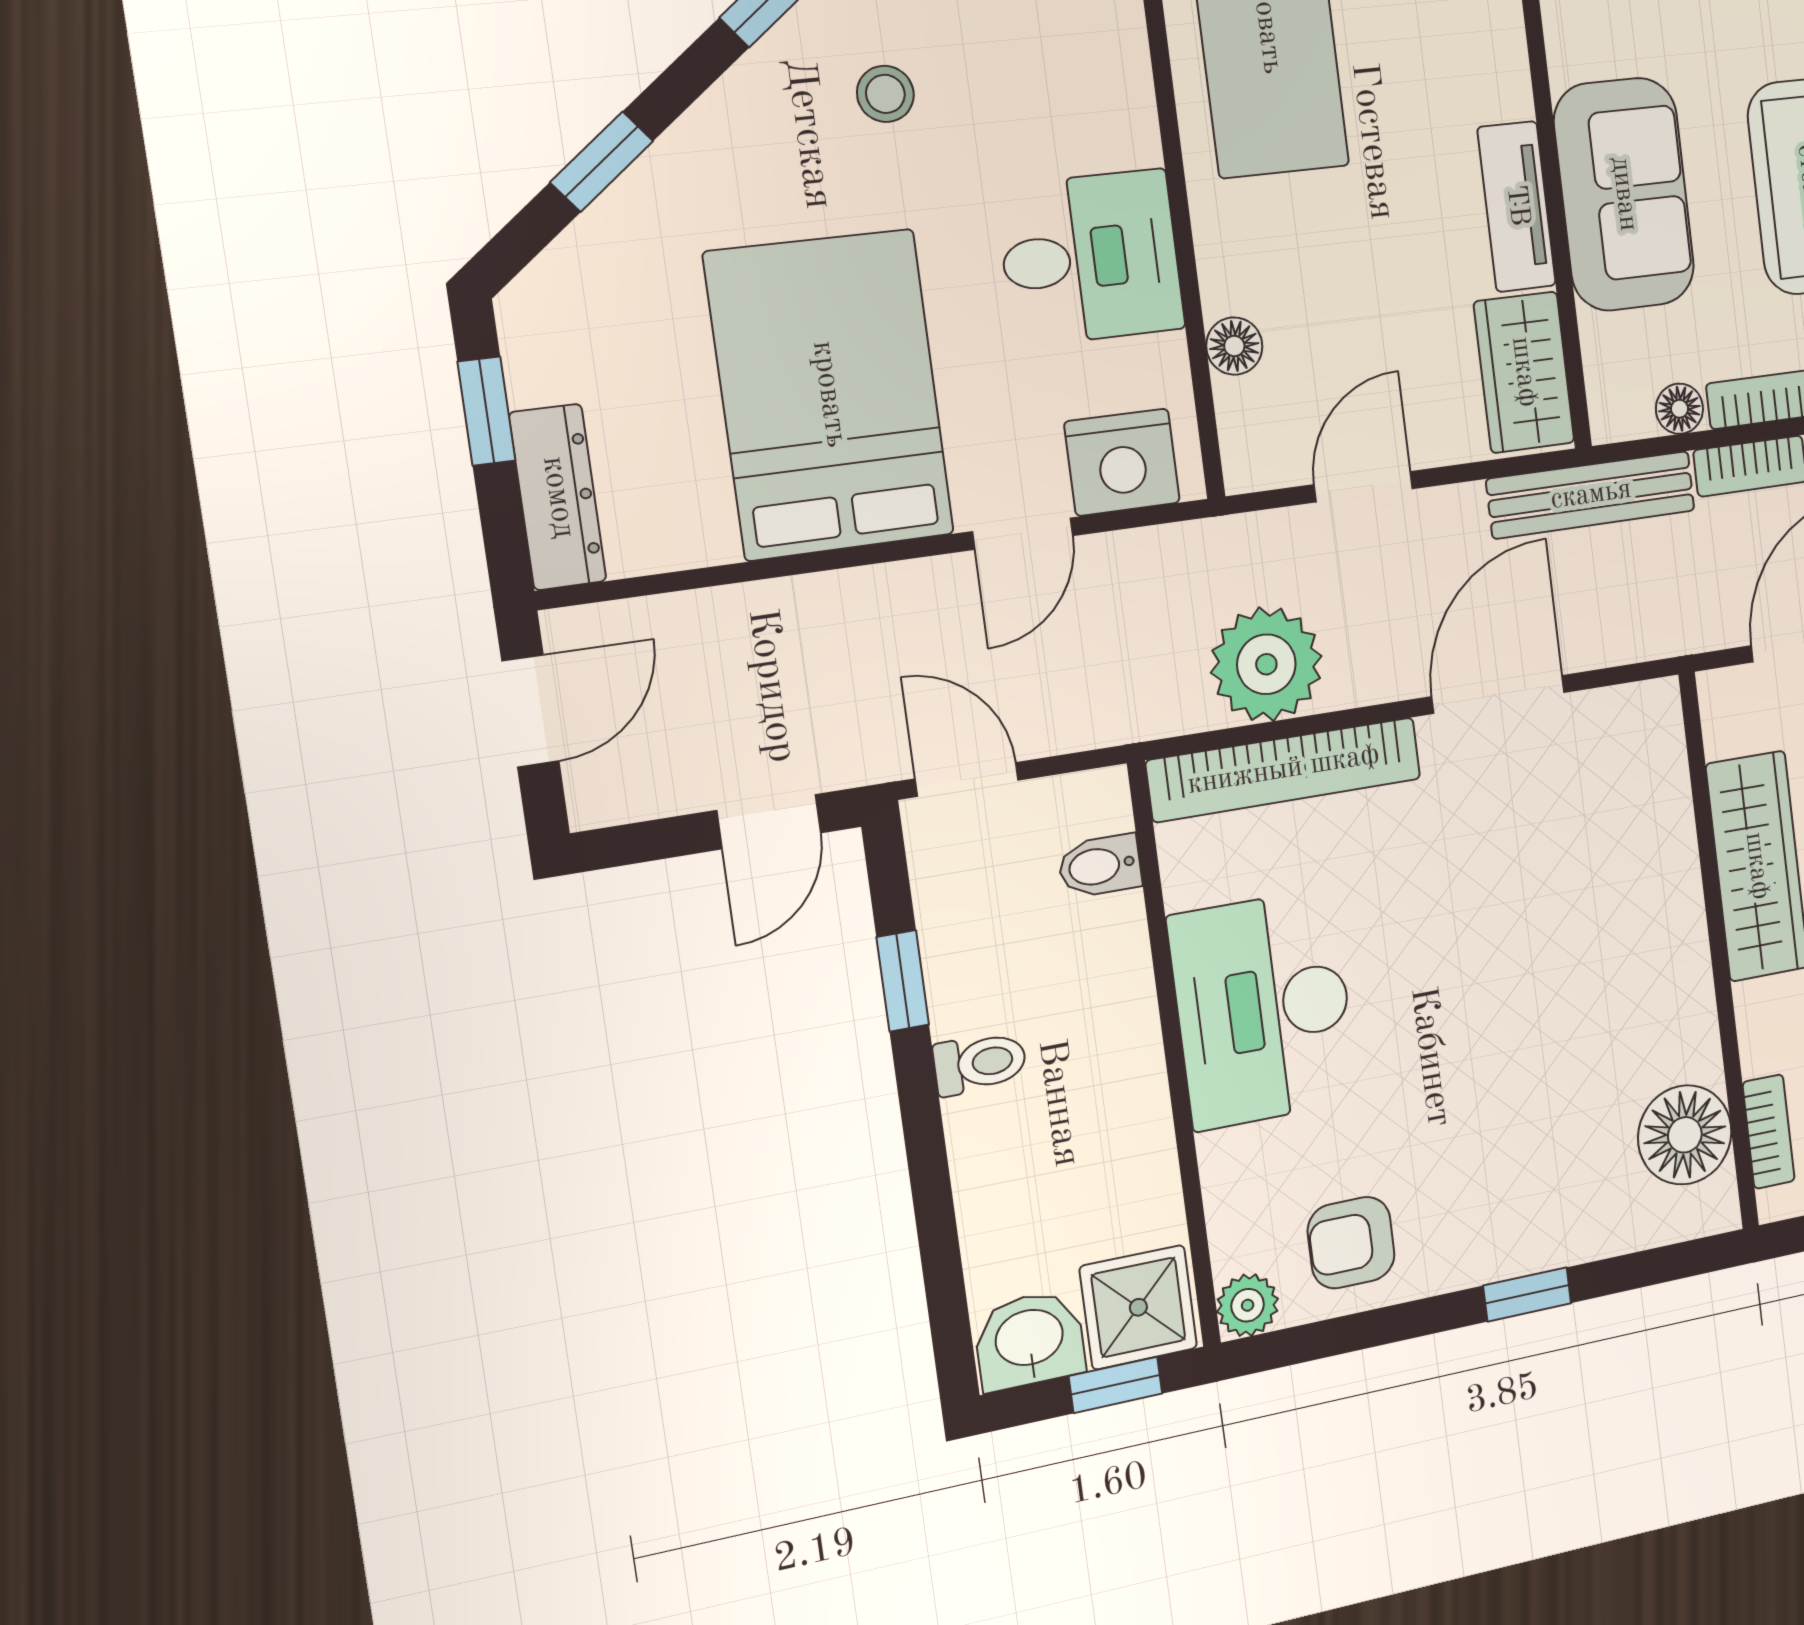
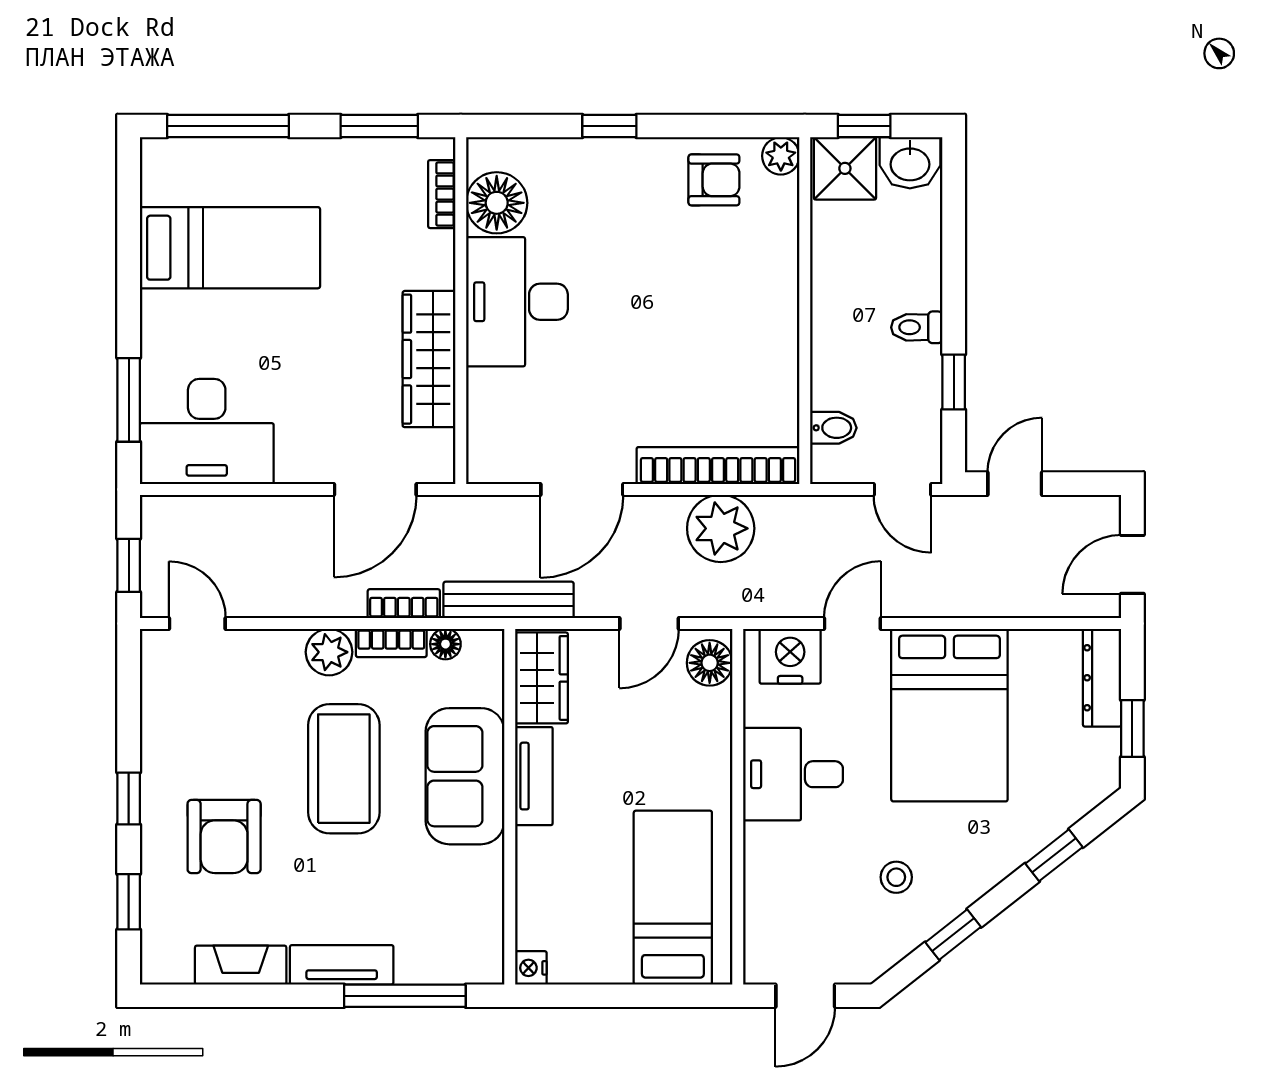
floor lamp: (1234, 346) -> (710, 663), moved, width x1.37, depth x1.37
desk: (1264, 1009) -> (517, 302), moved, turned 180

